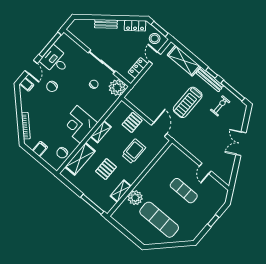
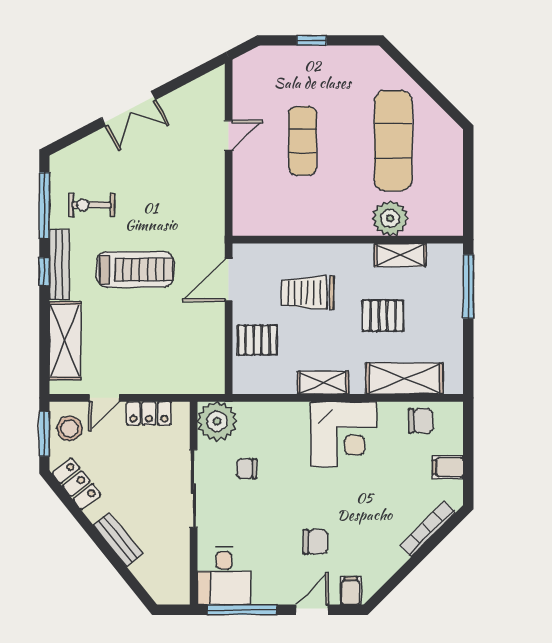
desk: (55, 60) -> (224, 576), moved

